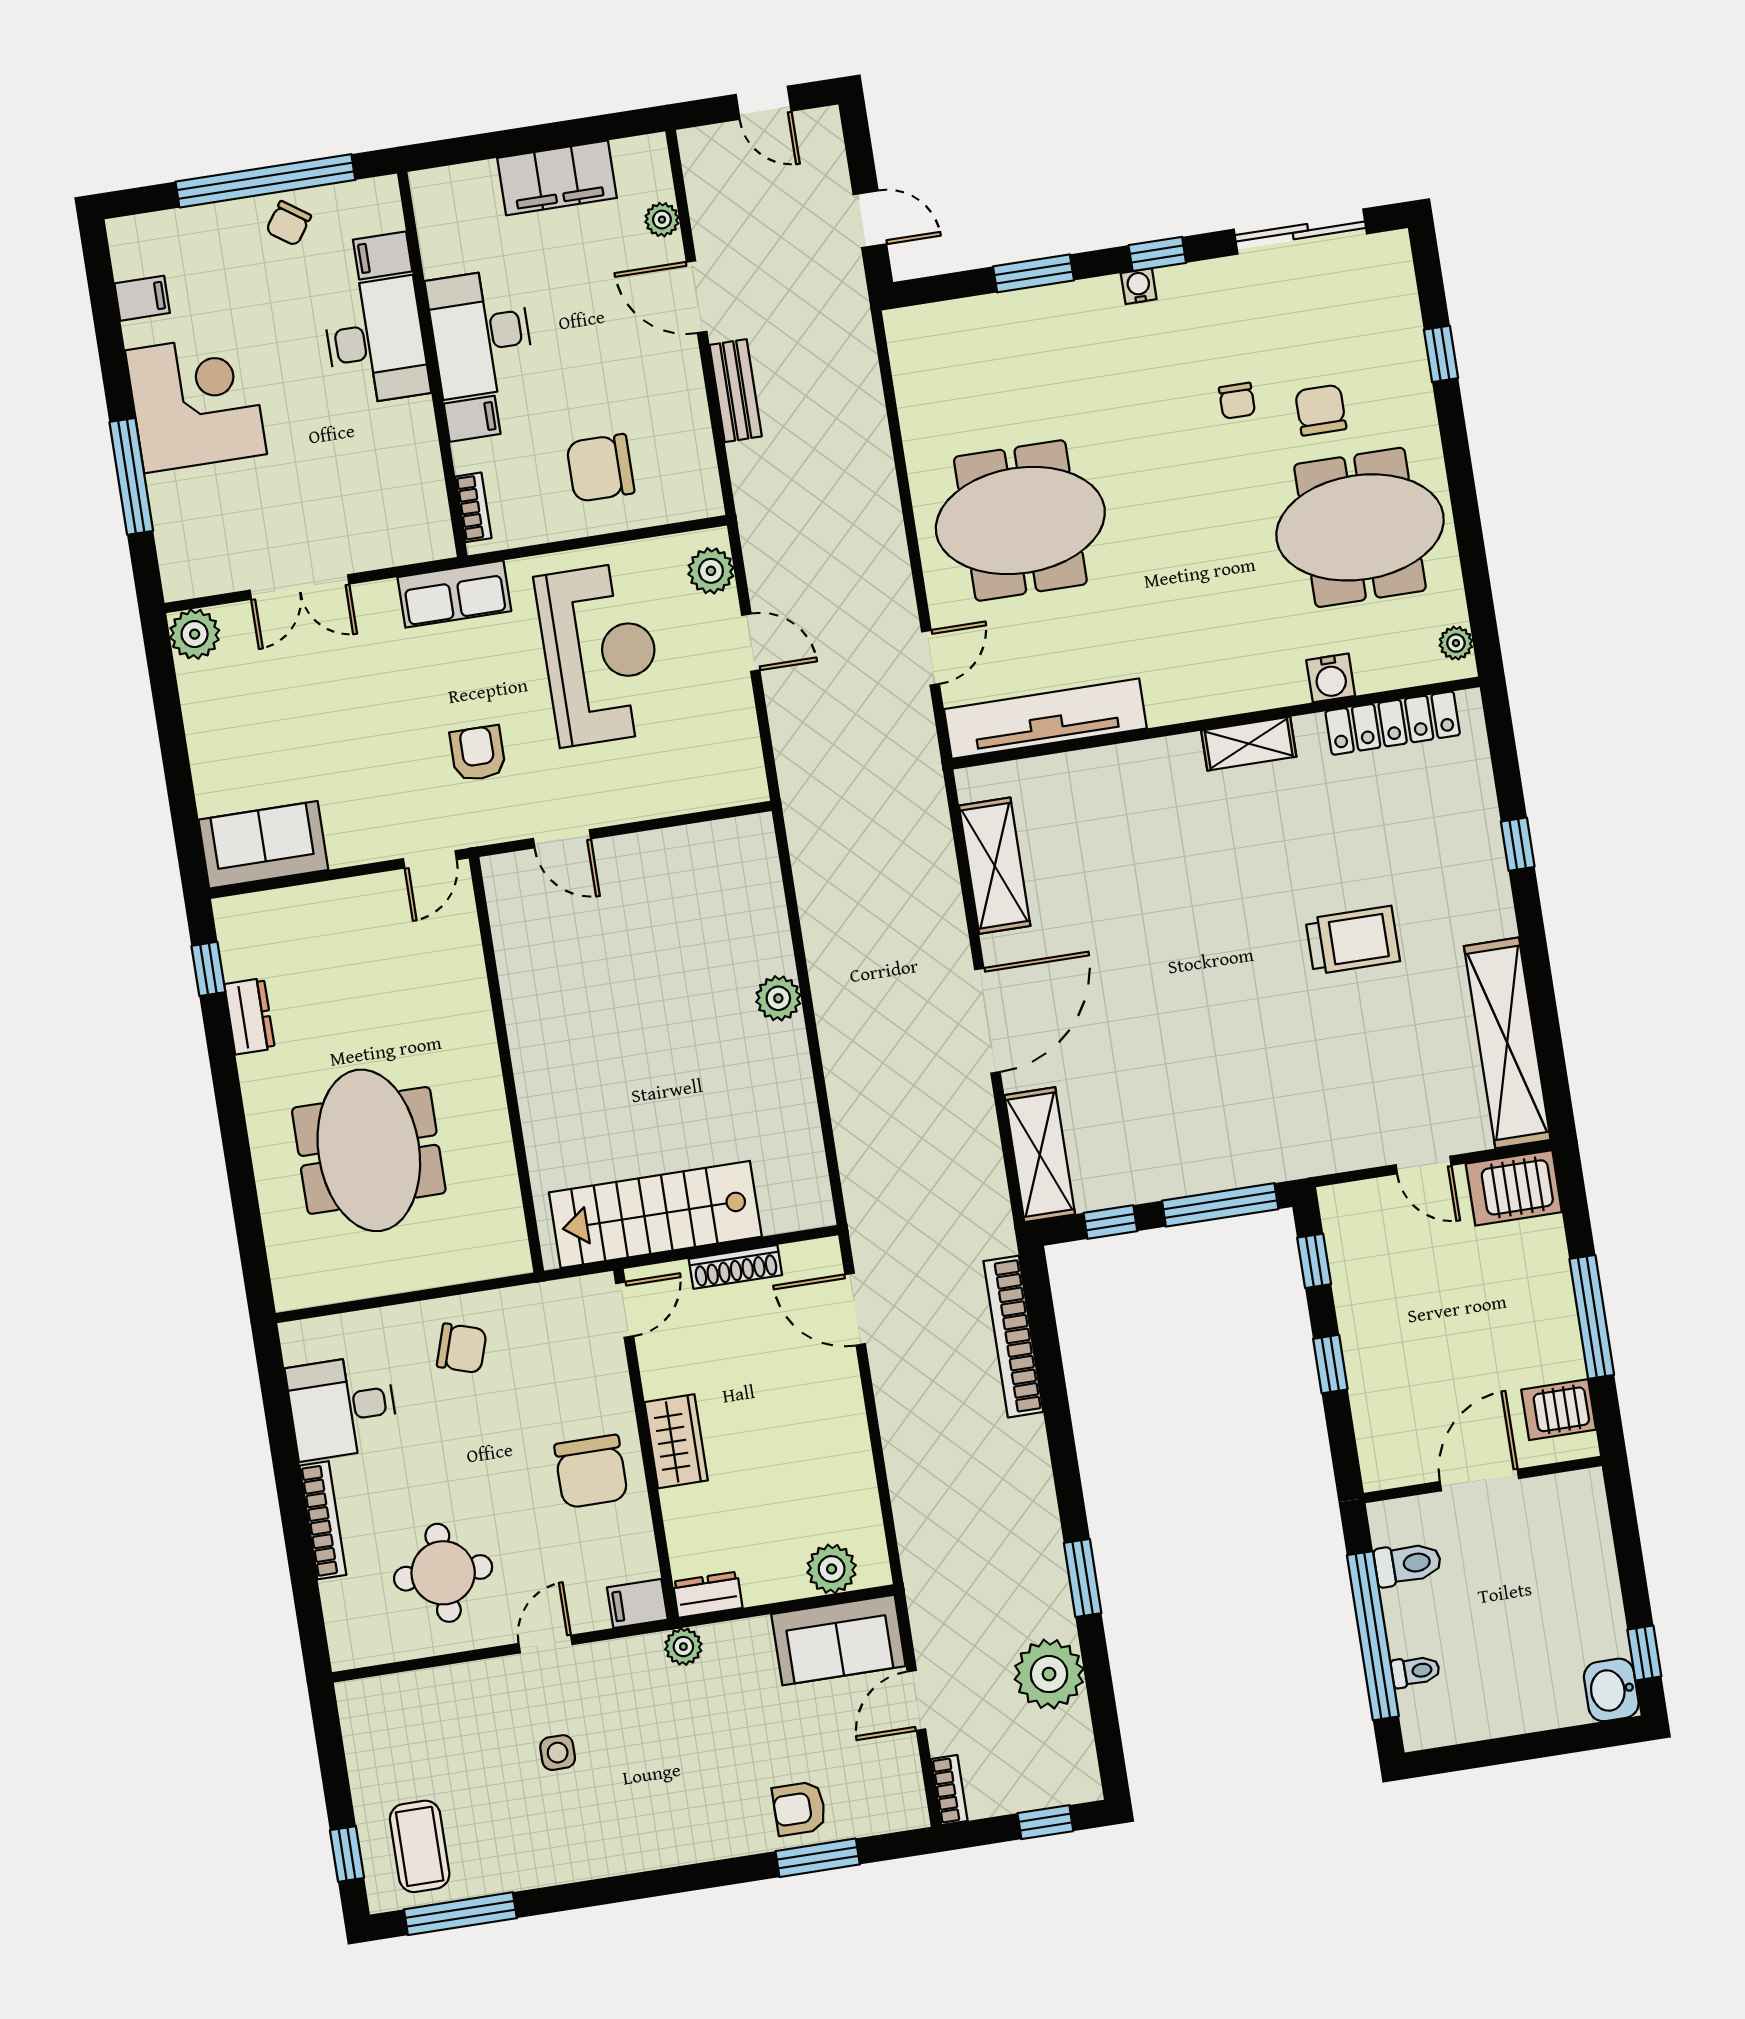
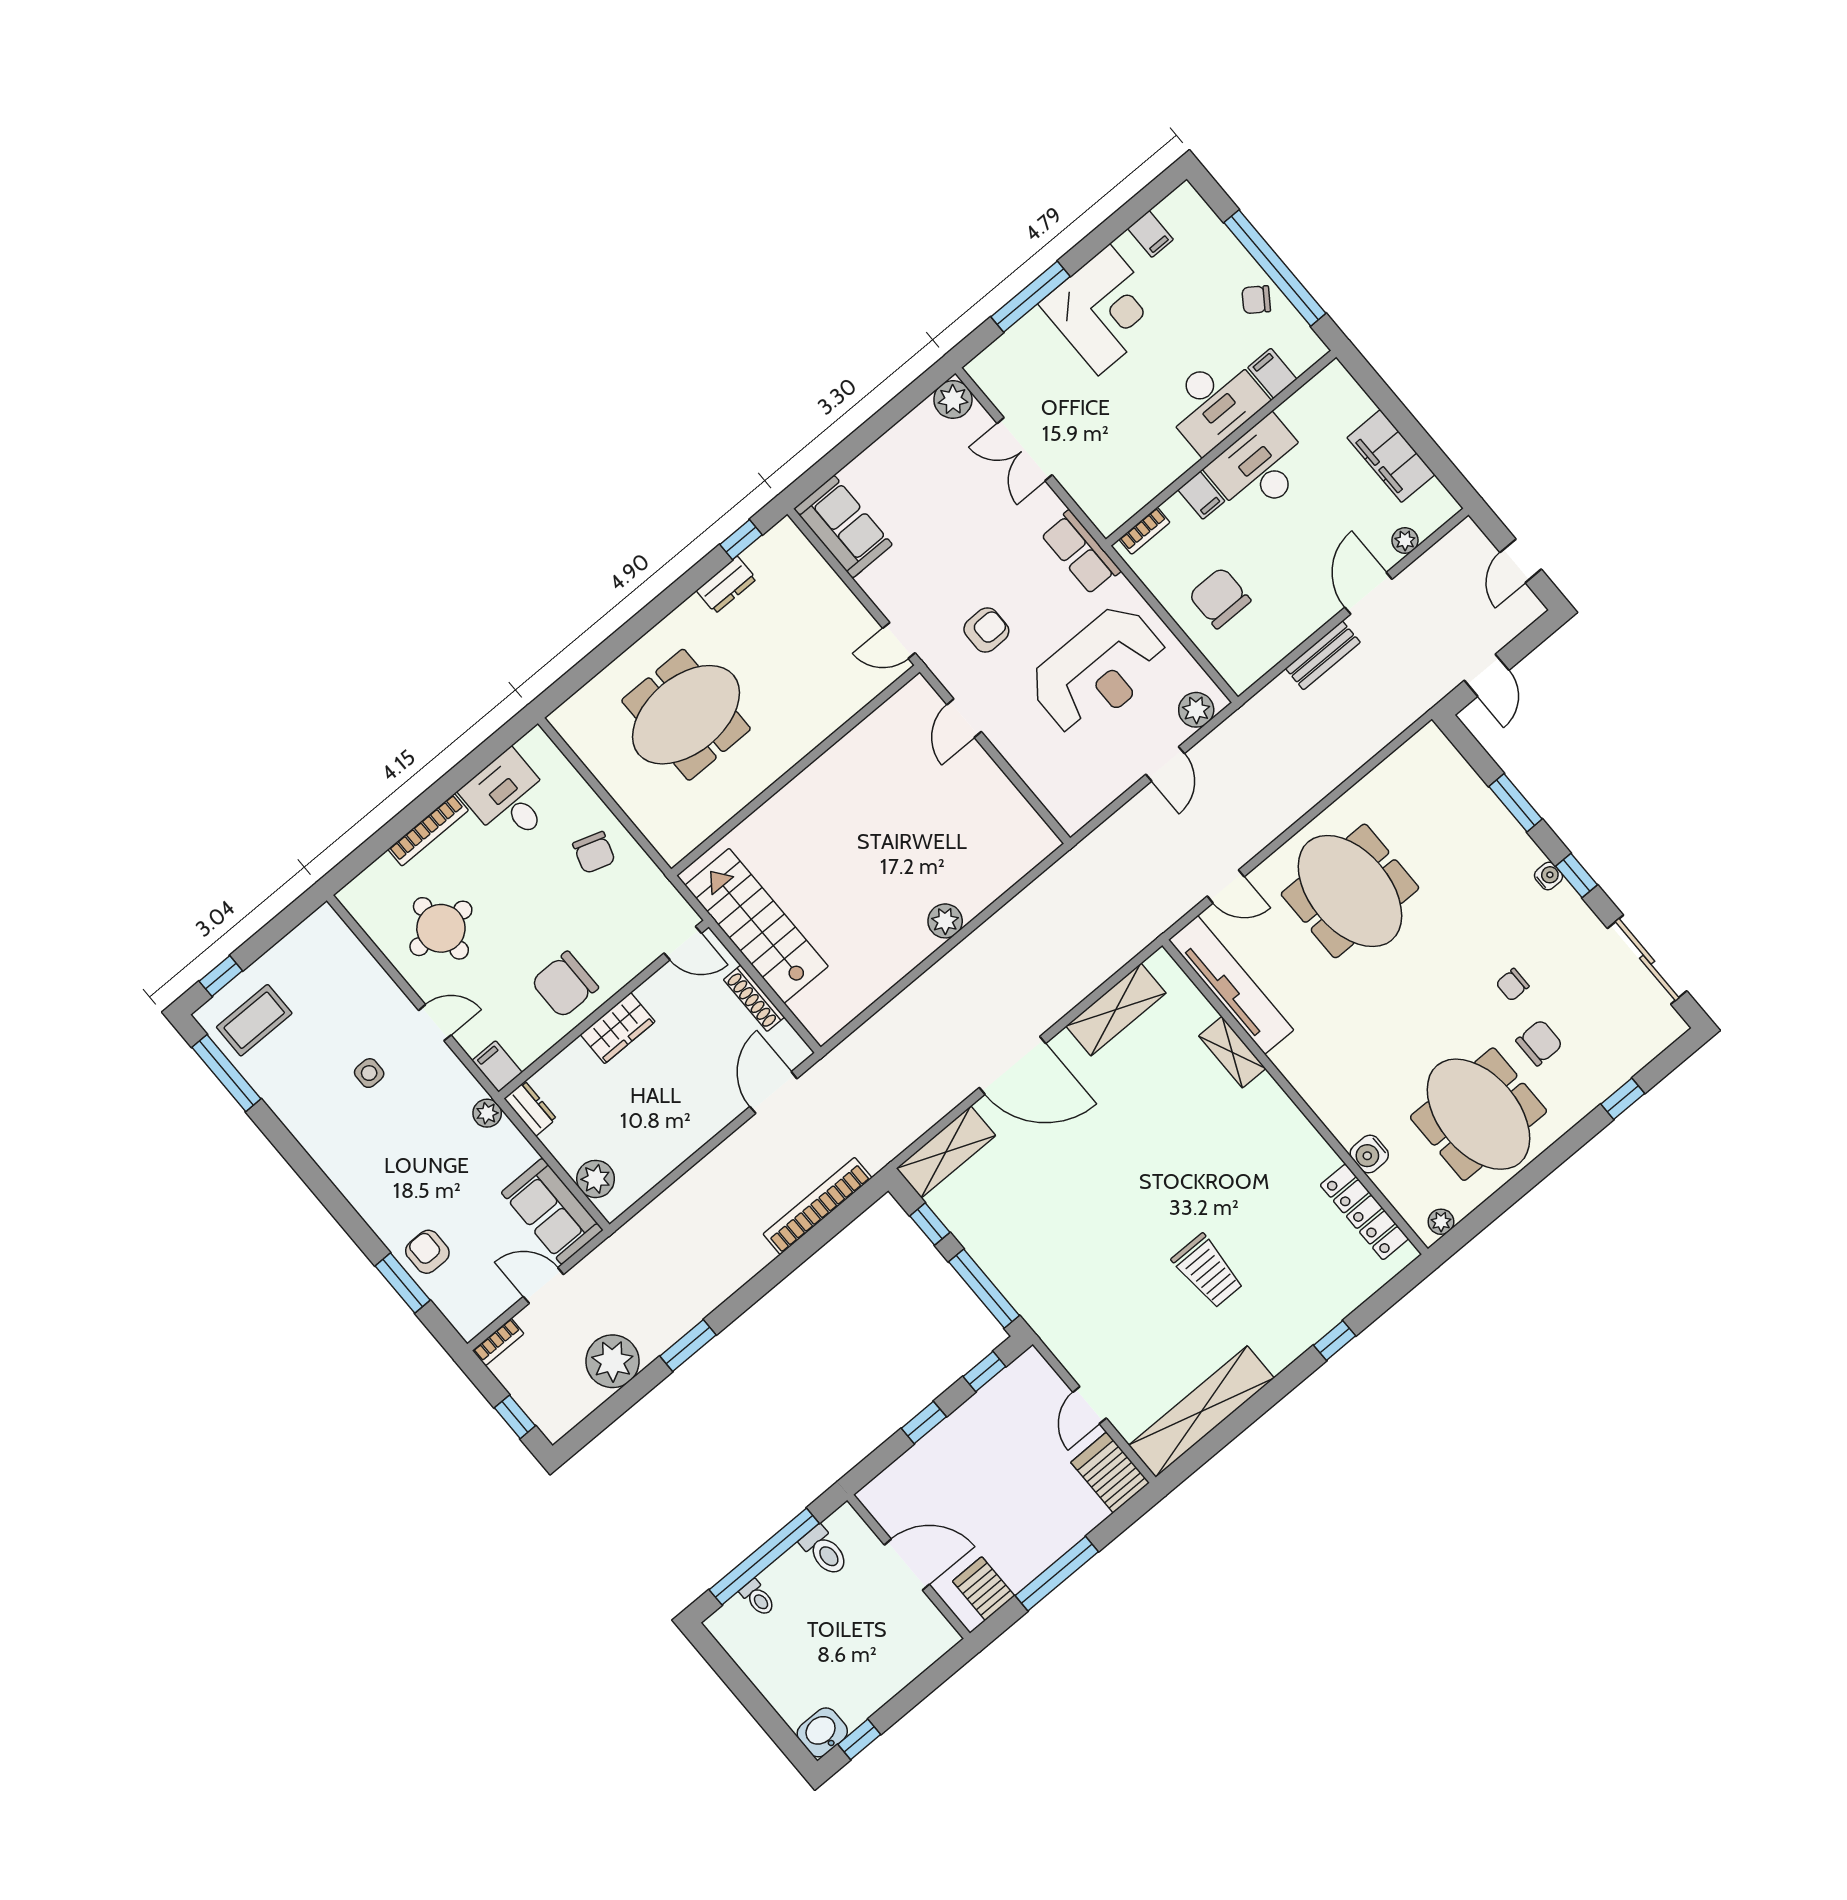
shelving: (1249, 744) -> (1232, 1052), moved

